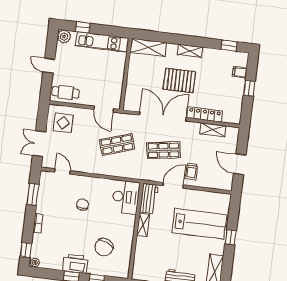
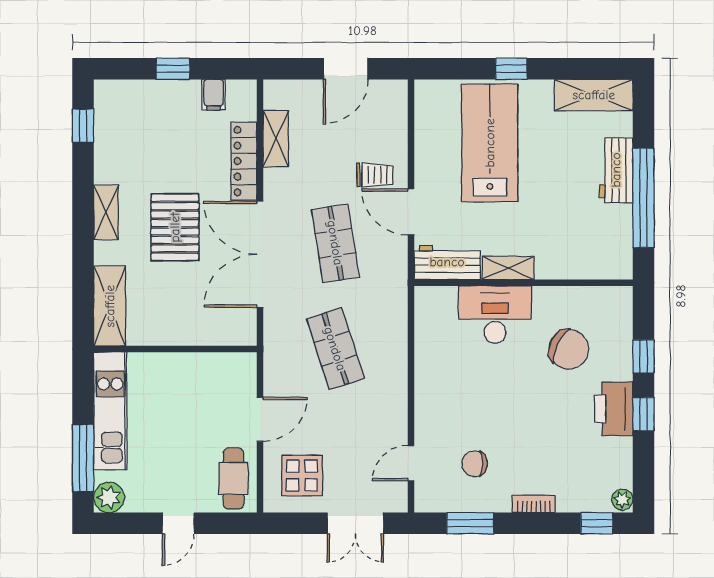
window: (83, 27) -> (83, 458), width x2.17
filing cabinet: (240, 72) -> (214, 95), moved
door: (104, 109) -> (260, 419), moved
desk: (126, 197) -> (495, 315), moved
chair: (83, 205) -> (475, 464), moved

